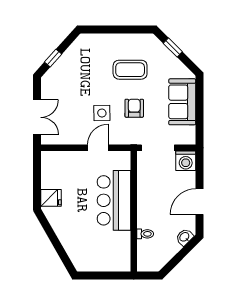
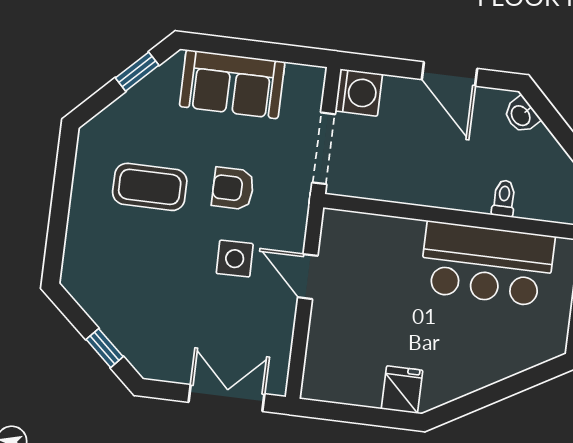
window: (173, 47) -> (137, 72), moved
coffee table: (130, 70) -> (150, 187), turned 90
bar counter: (114, 200) -> (487, 264), moved

